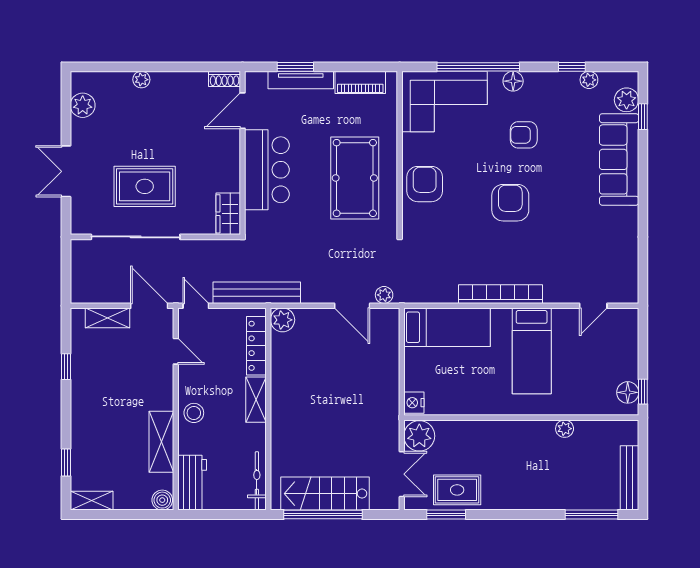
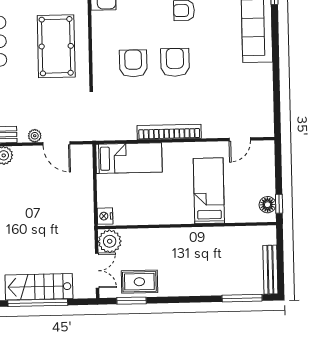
armchair: (425, 184) -> (133, 63), moved
plant: (384, 295) -> (35, 136), moved
bed: (532, 351) -> (209, 191), moved, turned 180
plant: (565, 429) -> (220, 233), removed

